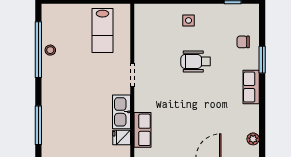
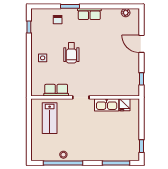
lab bench: (102, 30) -> (50, 118), turned 90
row of seats: (142, 130) -> (56, 90), moved

